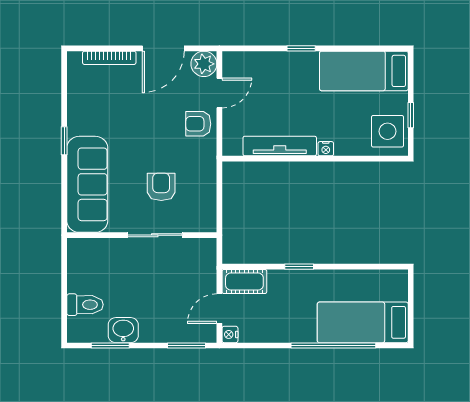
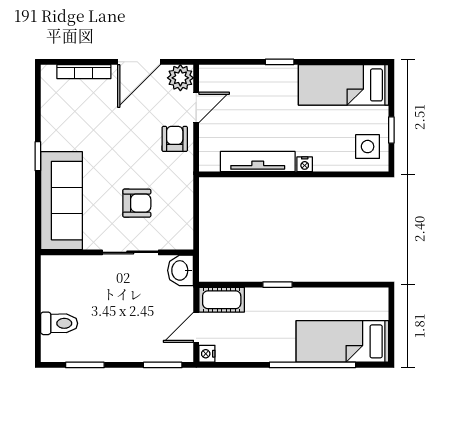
armchair: (198, 124) -> (175, 139), turned 90
side table: (387, 131) -> (368, 147), width x0.73, depth x0.73
armchair: (161, 187) -> (137, 203), turned 90
washbasin: (123, 330) -> (181, 270), moved, turned -90

